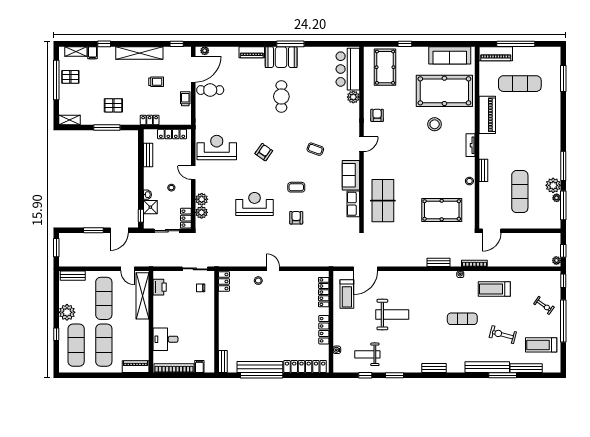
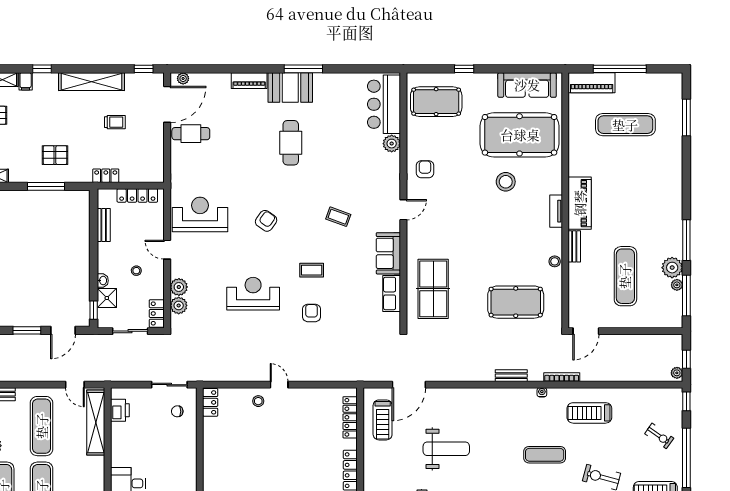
pool table: (385, 67) -> (436, 102), turned 90
trolley: (185, 99) -> (156, 146), removed
piano: (487, 115) -> (580, 203), moved

